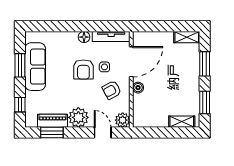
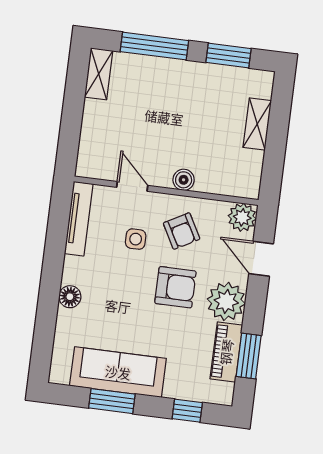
floor lamp: (84, 37) -> (70, 297), moved
door: (131, 62) -> (132, 186), width x0.53
window: (205, 64) -> (154, 46), width x1.44
armchair: (83, 69) -> (175, 287), moved
shelving: (182, 122) -> (257, 124), moved
door: (103, 133) -> (261, 259), hinge flipped

